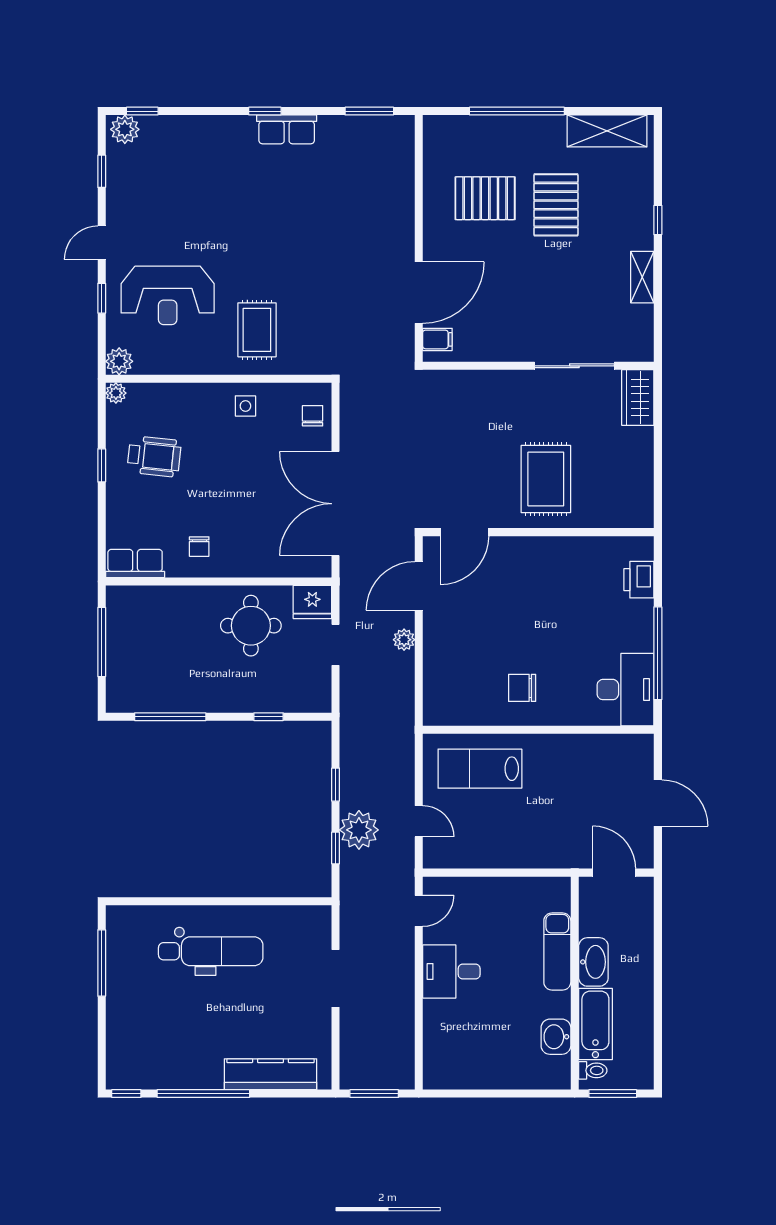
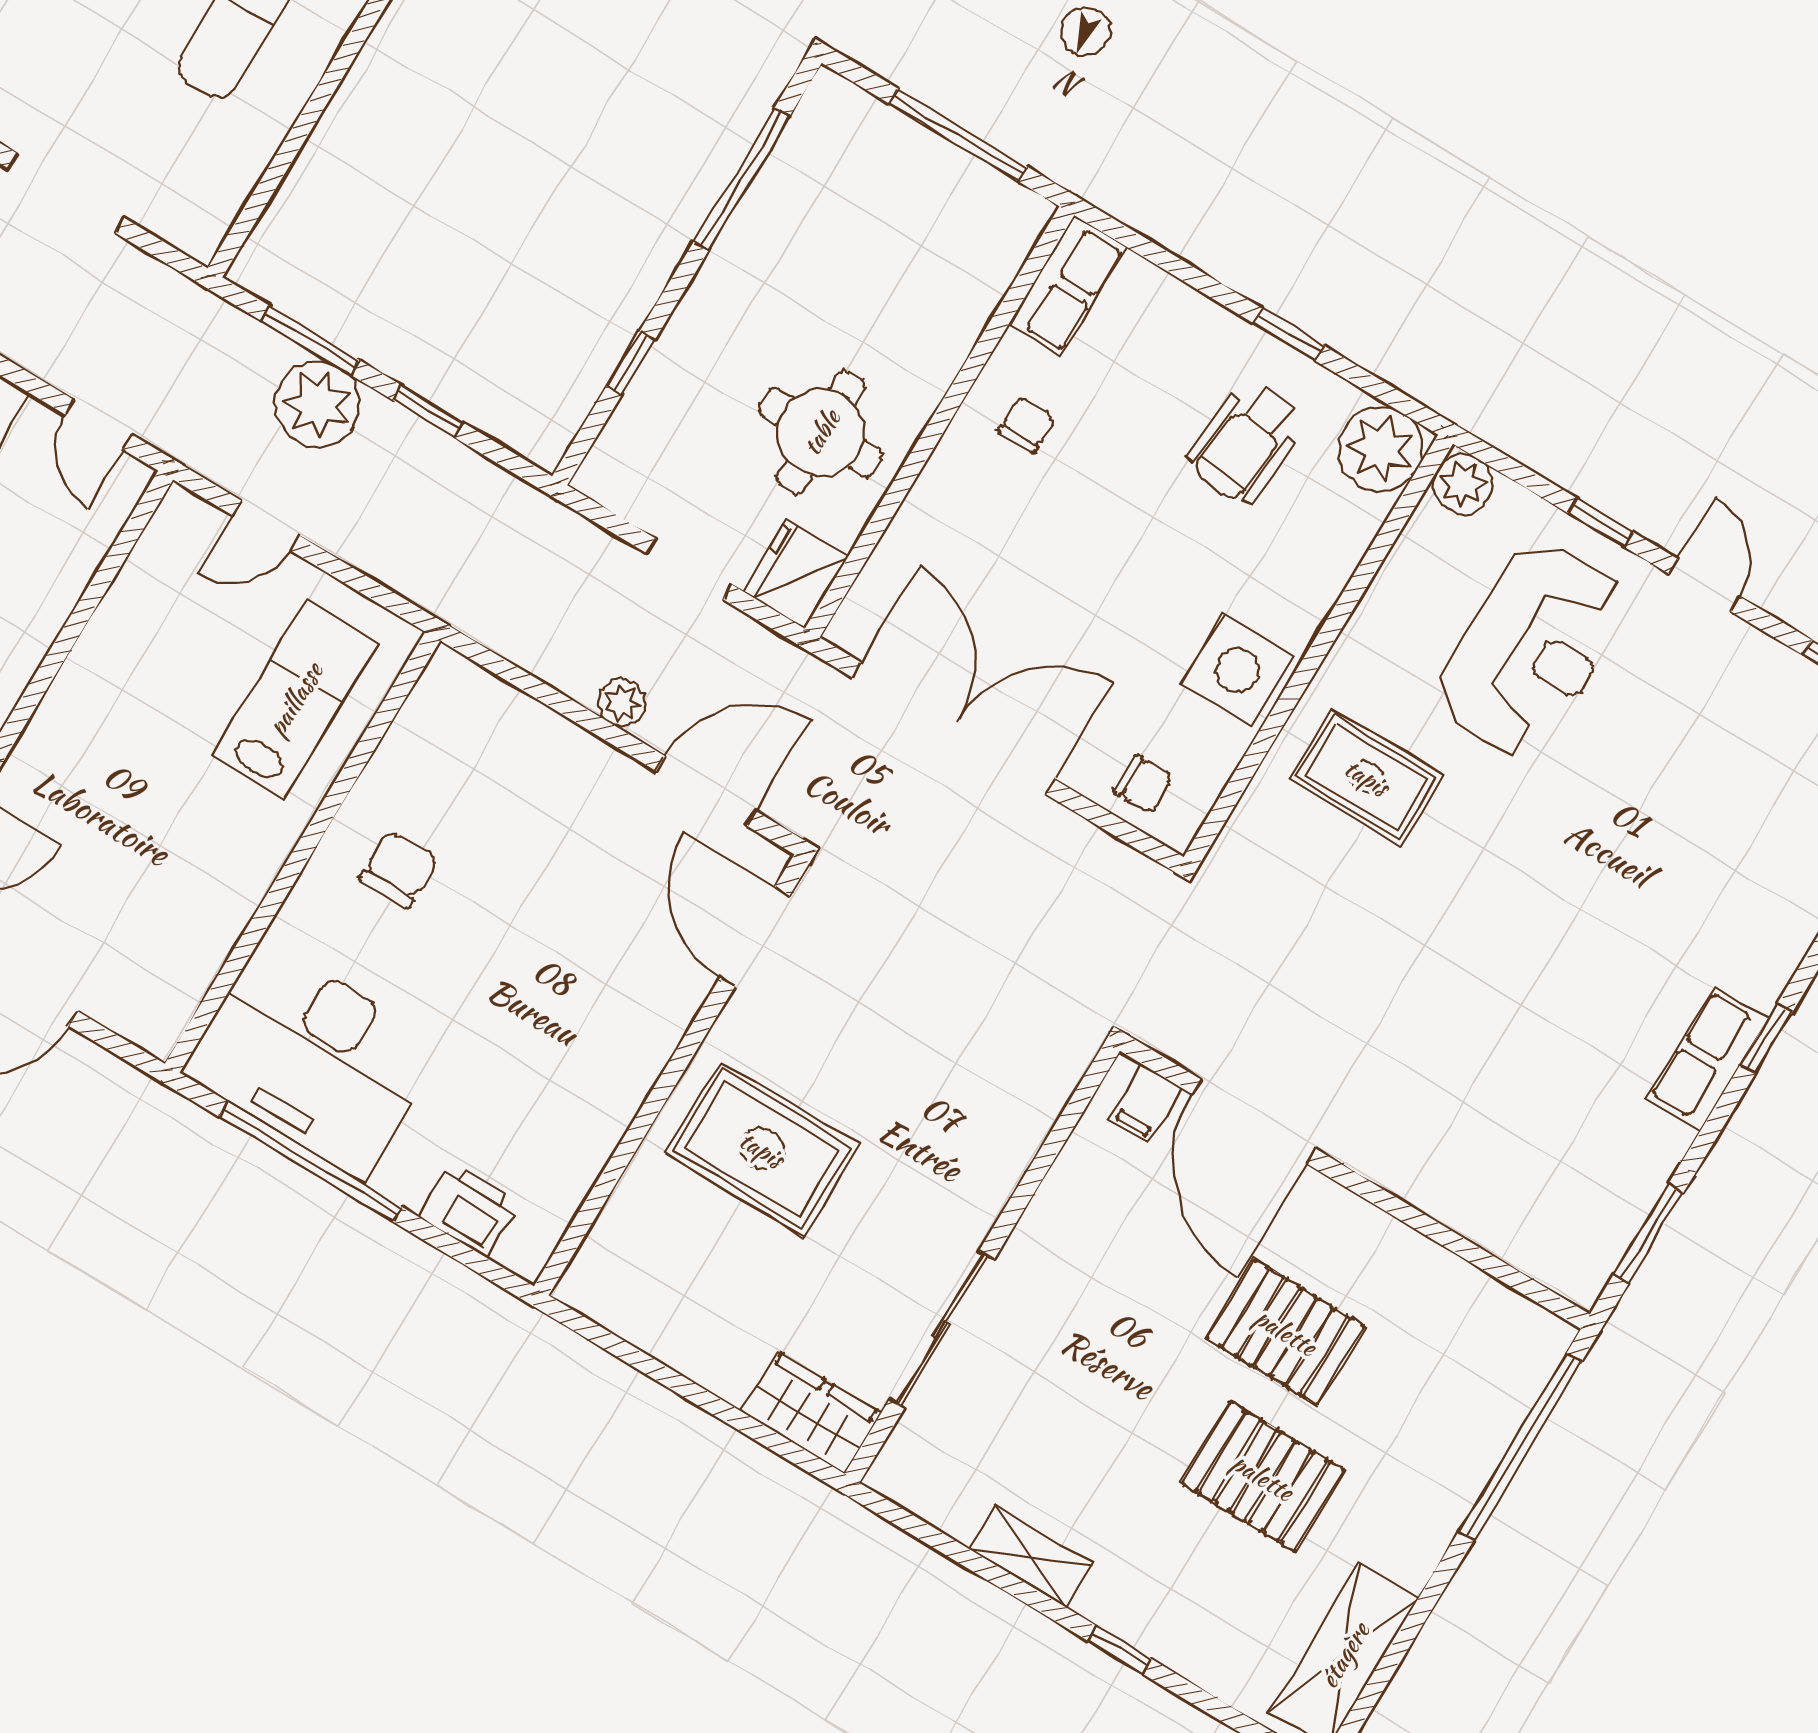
window: (517, 111) -> (1520, 1447), moved
pallet: (485, 198) -> (1286, 1332), moved, turned 90
reception desk: (168, 295) -> (1532, 649), turned 180
plant: (116, 393) -> (1380, 449), width x1.88, depth x1.88
side table: (245, 406) -> (1237, 670), width x1.87, depth x1.87
chair: (199, 547) -> (1027, 425), turned 90
door: (419, 586) -> (706, 791), hinge flipped
desk: (625, 690) -> (314, 1059), width x1.36, depth x1.30
window: (336, 848) -> (310, 340), width x1.50

